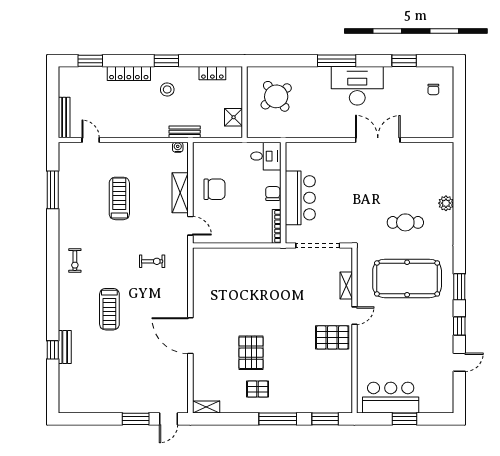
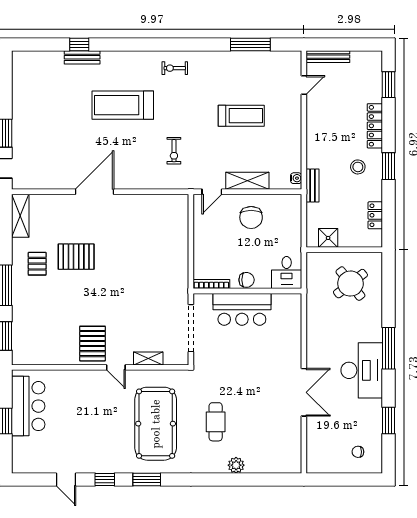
treadmill: (109, 309) -> (123, 105), width x1.37, depth x1.38
shelving: (206, 407) -> (20, 216), width x1.50, depth x1.33

